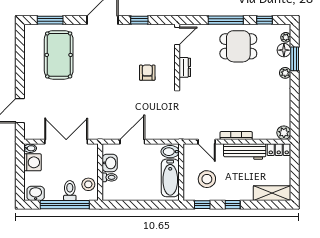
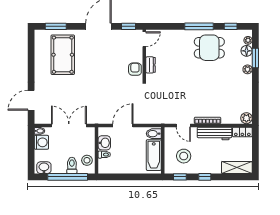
door: (177, 36) -> (144, 39), moved
wall: (177, 55) -> (144, 55), moved
dresser: (185, 67) -> (150, 65), moved

